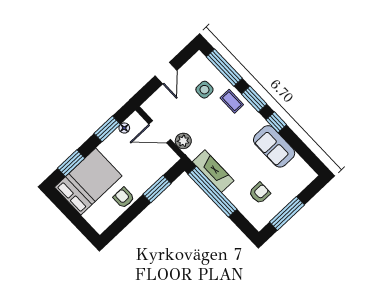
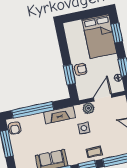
side table: (204, 90) -> (84, 128), moved
window: (212, 192) -> (33, 110), moved
armchair: (260, 193) -> (15, 128), moved
armchair: (124, 198) -> (81, 69), moved

